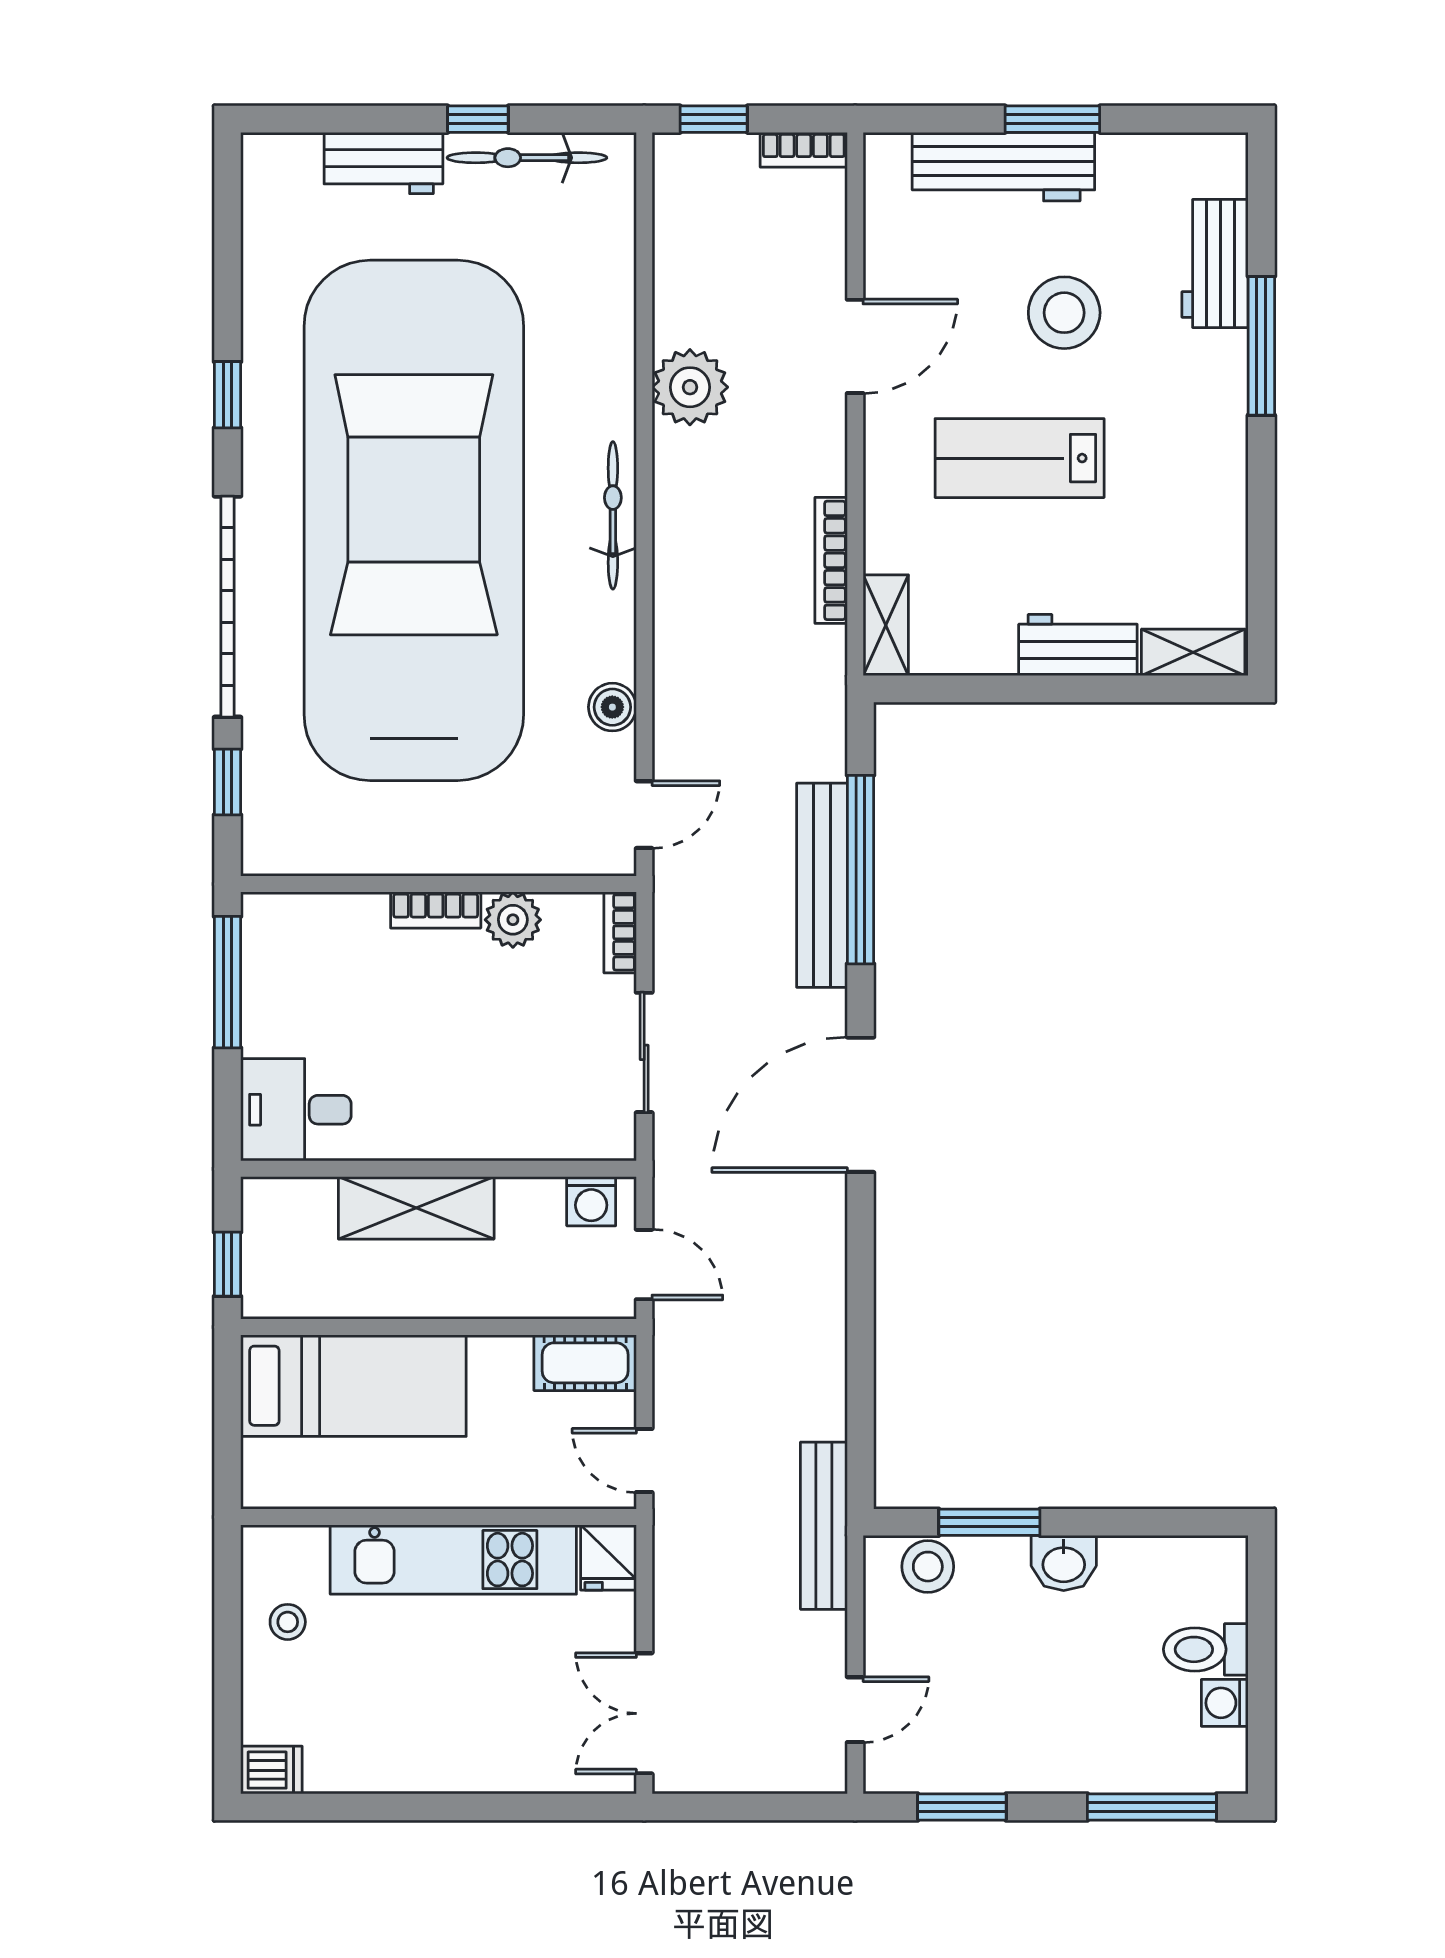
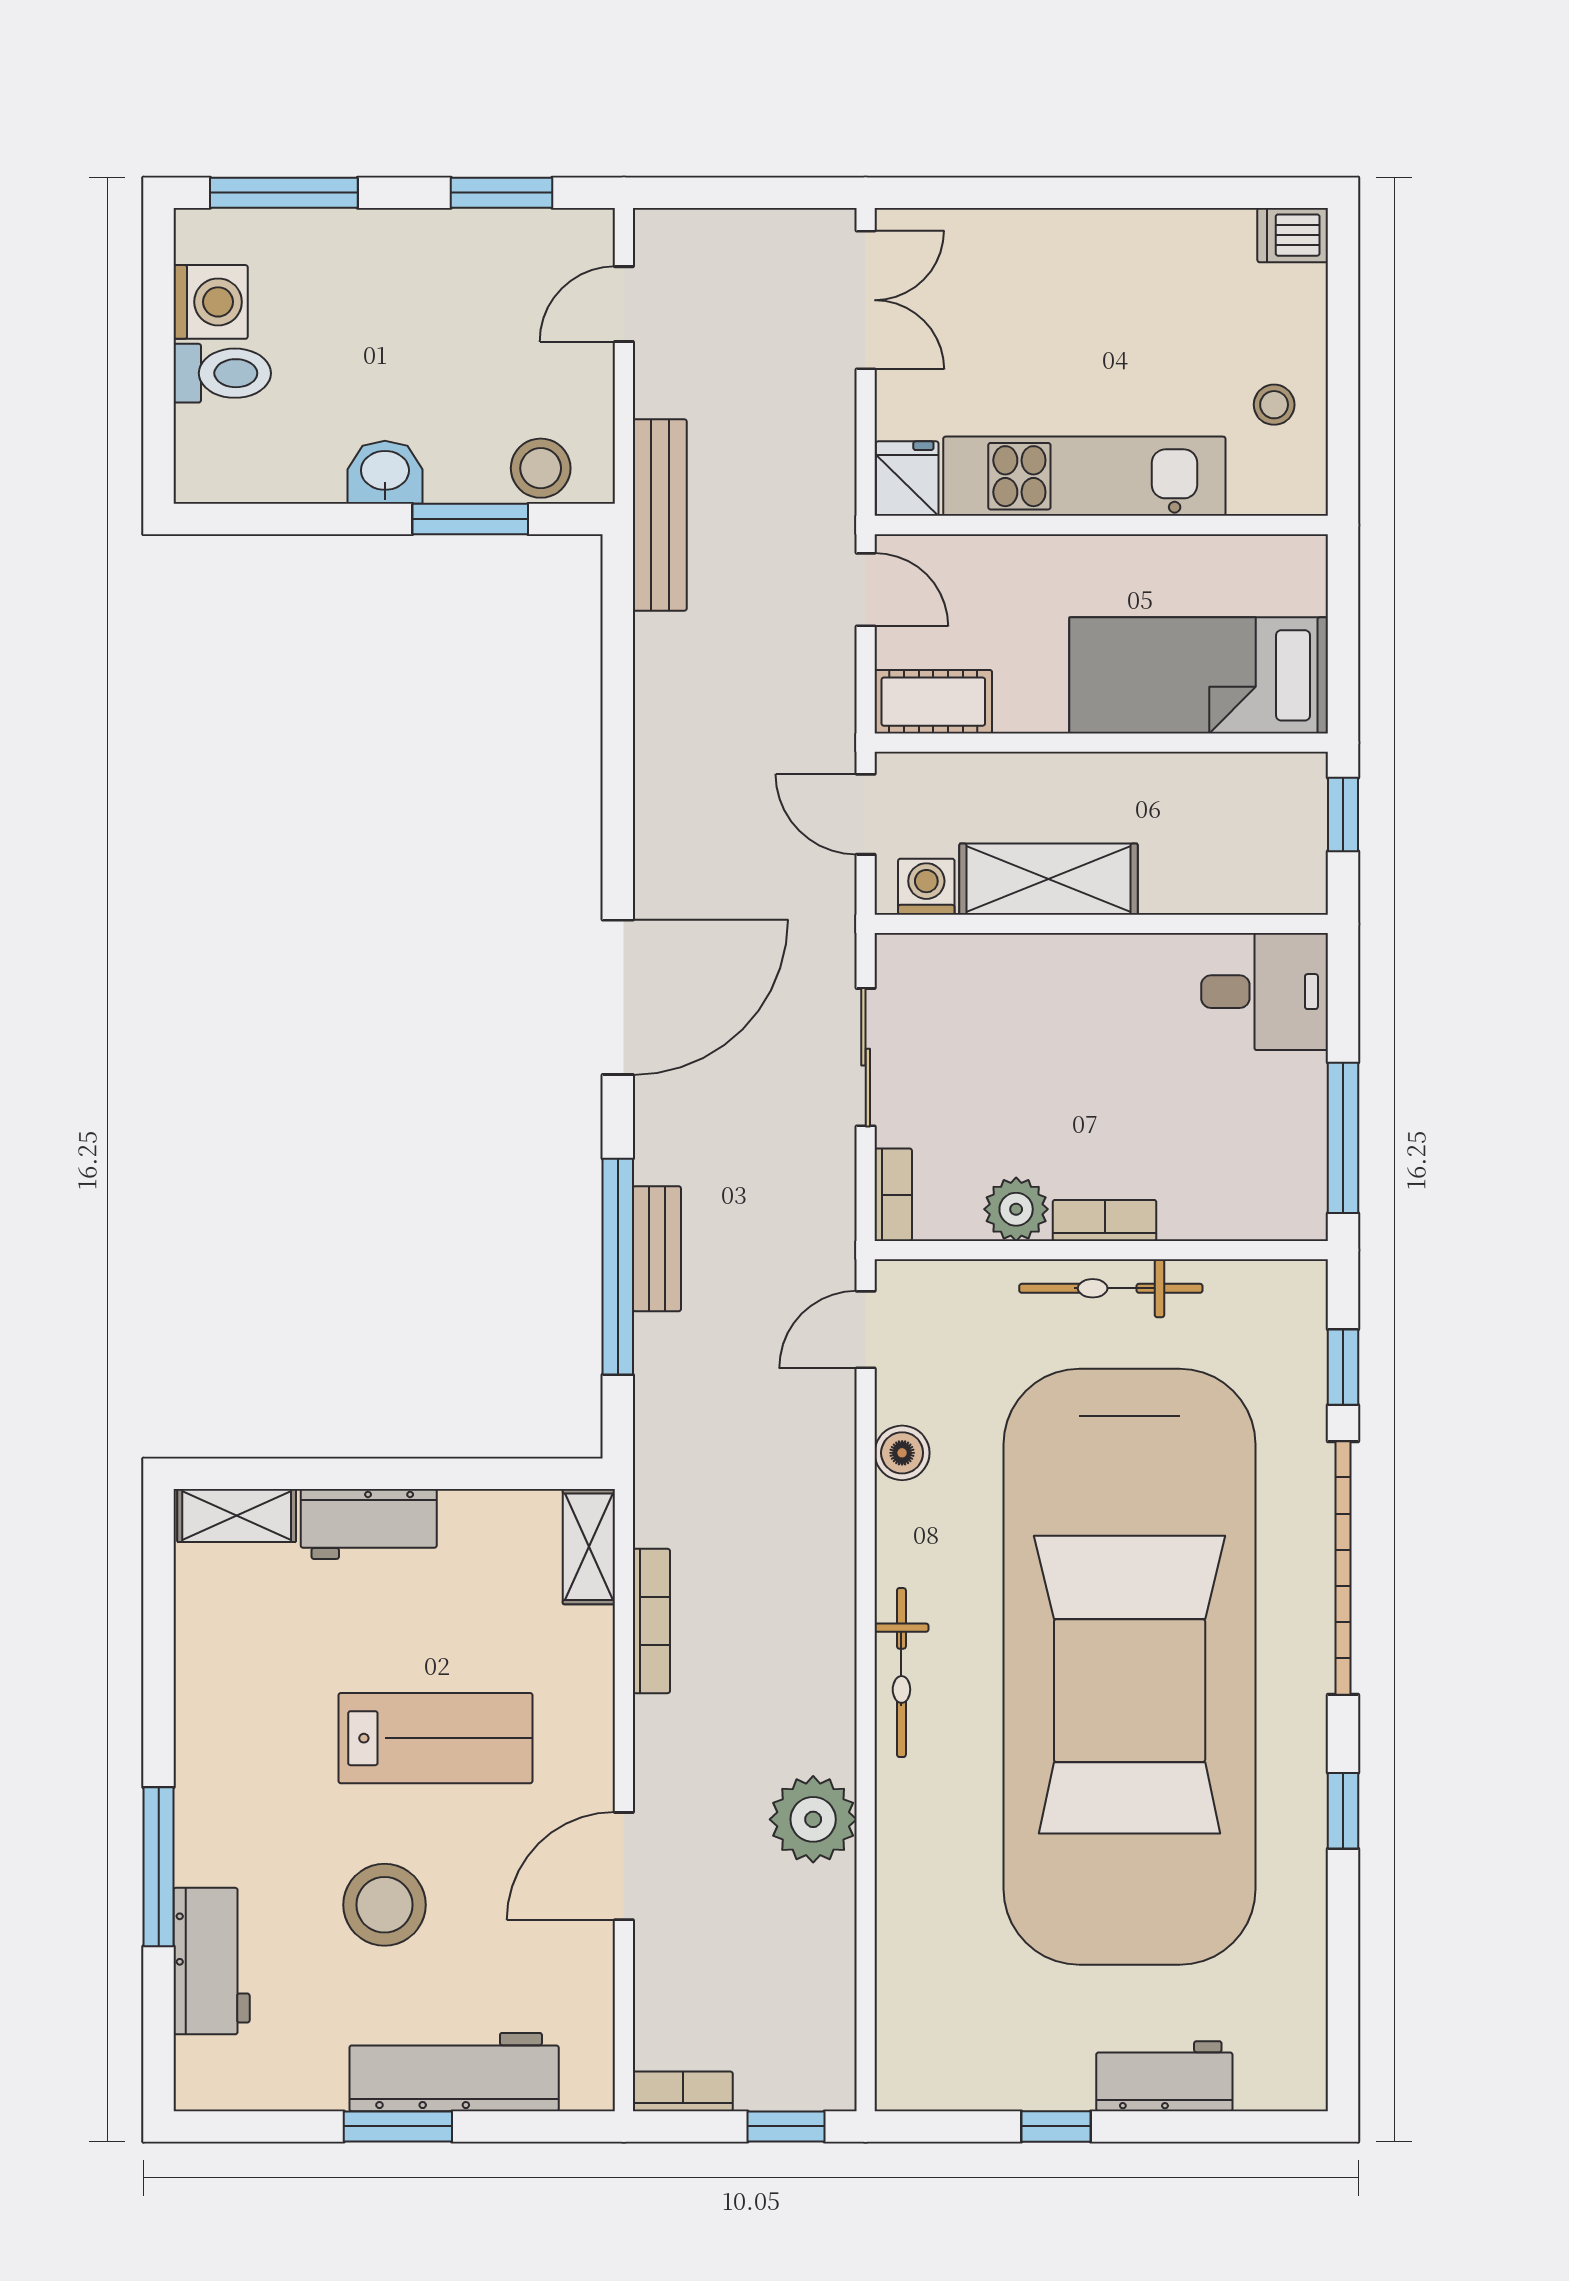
bicycle: (527, 158) -> (1111, 1288), moved, turned 180
bench: (822, 885) -> (657, 1249), width x0.54, depth x0.82
shelving: (416, 1208) -> (1049, 879), moved
washing machine: (1225, 1703) -> (211, 302), width x1.38, depth x1.38

